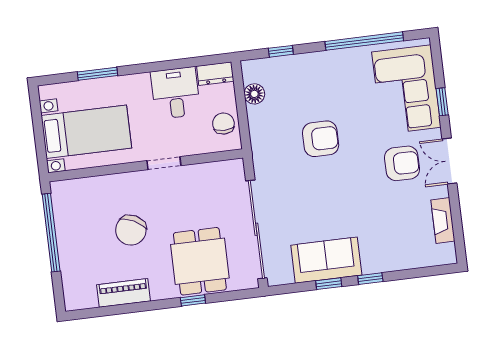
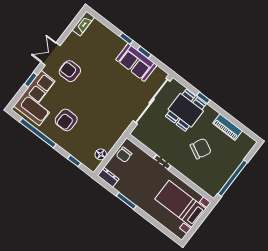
window: (98, 74) -> (126, 201), moved
desk: (175, 93) -> (131, 185), removed
armchair: (321, 139) -> (66, 120), moved, turned -90
double door: (449, 161) -> (51, 54), swing flipped
fireplace: (443, 220) -> (83, 24), moved

